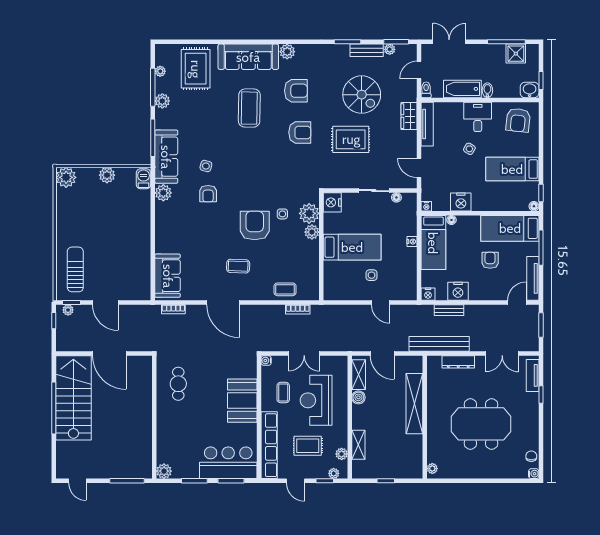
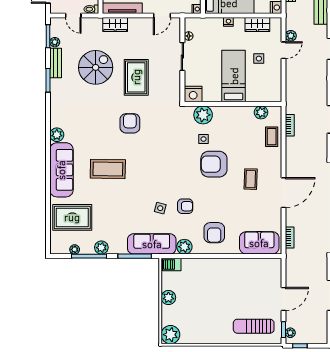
armchair: (296, 91) -> (214, 233), moved, turned 180
plant: (312, 232) -> (261, 112), moved
wardrobe: (409, 273) -> (257, 25), added
plant: (397, 310) -> (291, 36), added

